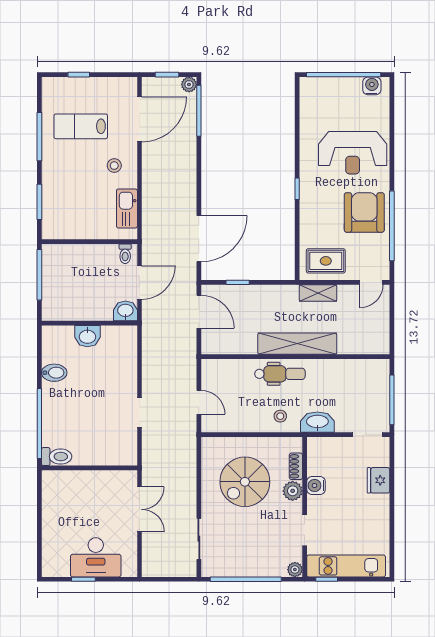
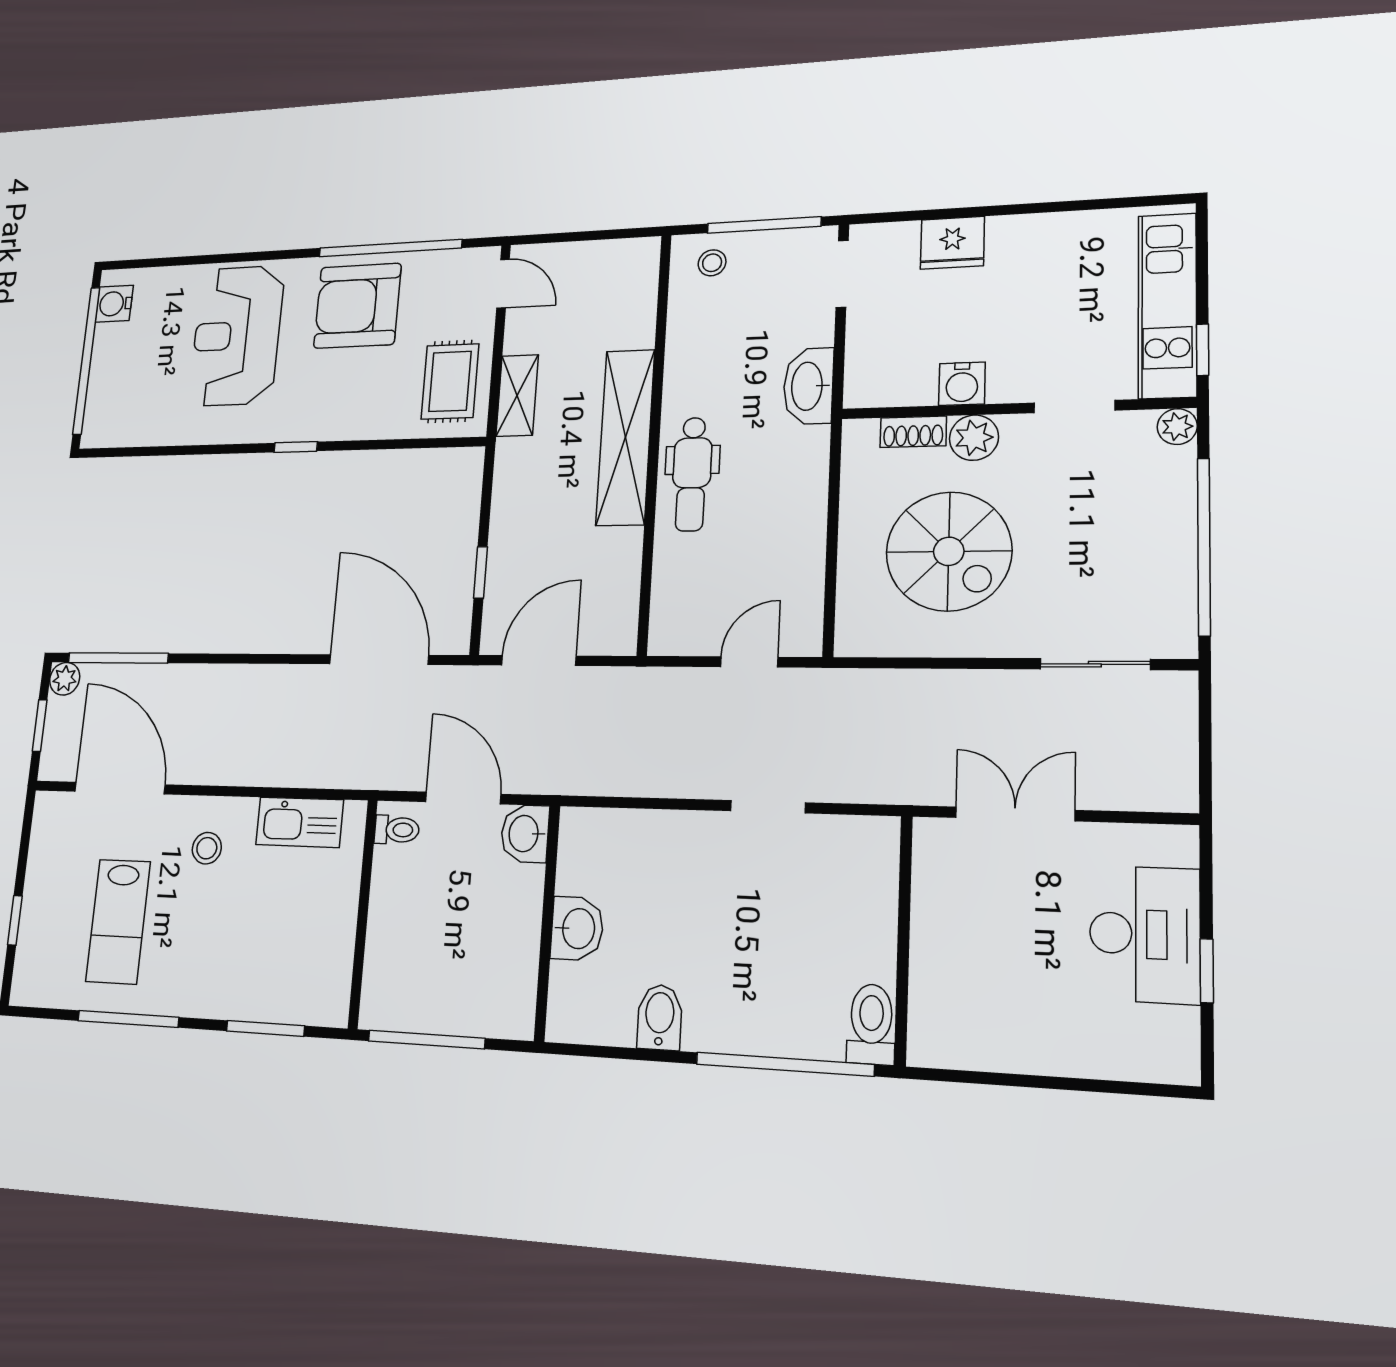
reception desk: (353, 153) -> (237, 336), turned 180
dental chair: (280, 374) -> (692, 474), turned 180
stool: (280, 416) -> (712, 263), moved

